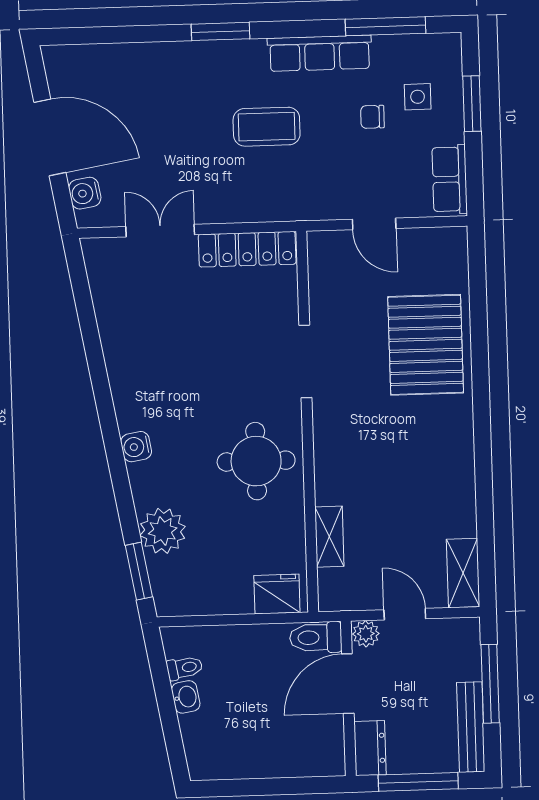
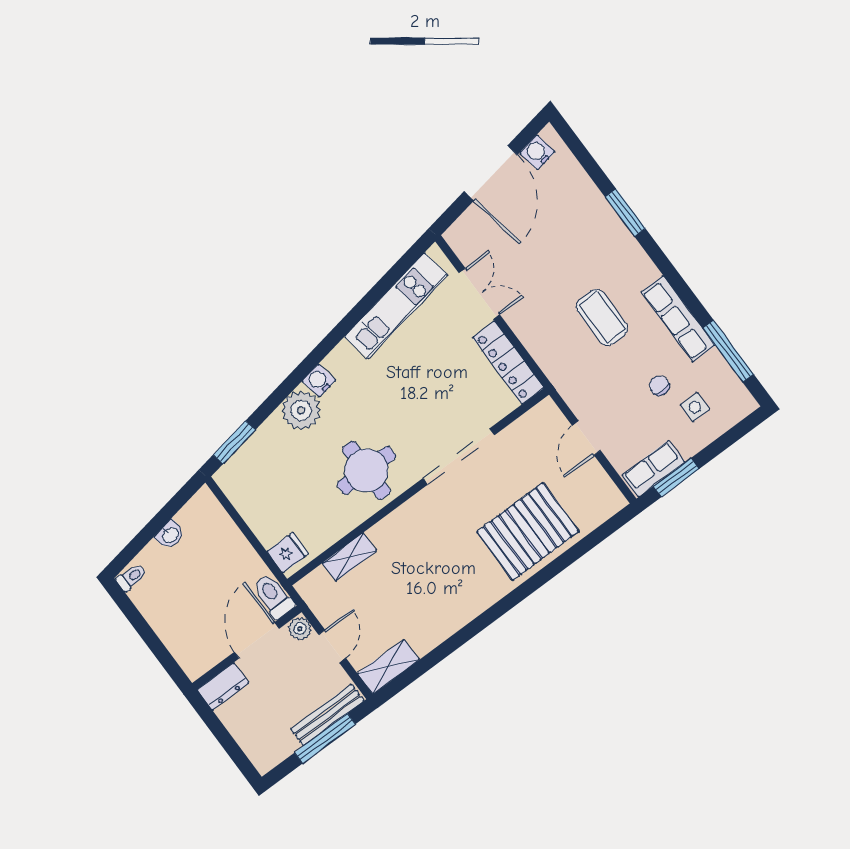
window: (221, 31) -> (625, 213), moved
window: (472, 104) -> (676, 478), moved
water cooler: (85, 193) -> (537, 152), moved
kitchen unit: (115, 320) -> (396, 306), added
doorway: (305, 361) -> (459, 457), width x1.36
plant: (163, 531) -> (301, 410), moved
fridge: (277, 594) -> (288, 553), width x0.72
toilet: (185, 668) -> (131, 577), moved, turned -80
door: (348, 684) -> (257, 640), hinge flipped
bench: (471, 727) -> (327, 715), moved
window: (418, 782) -> (223, 736), removed

